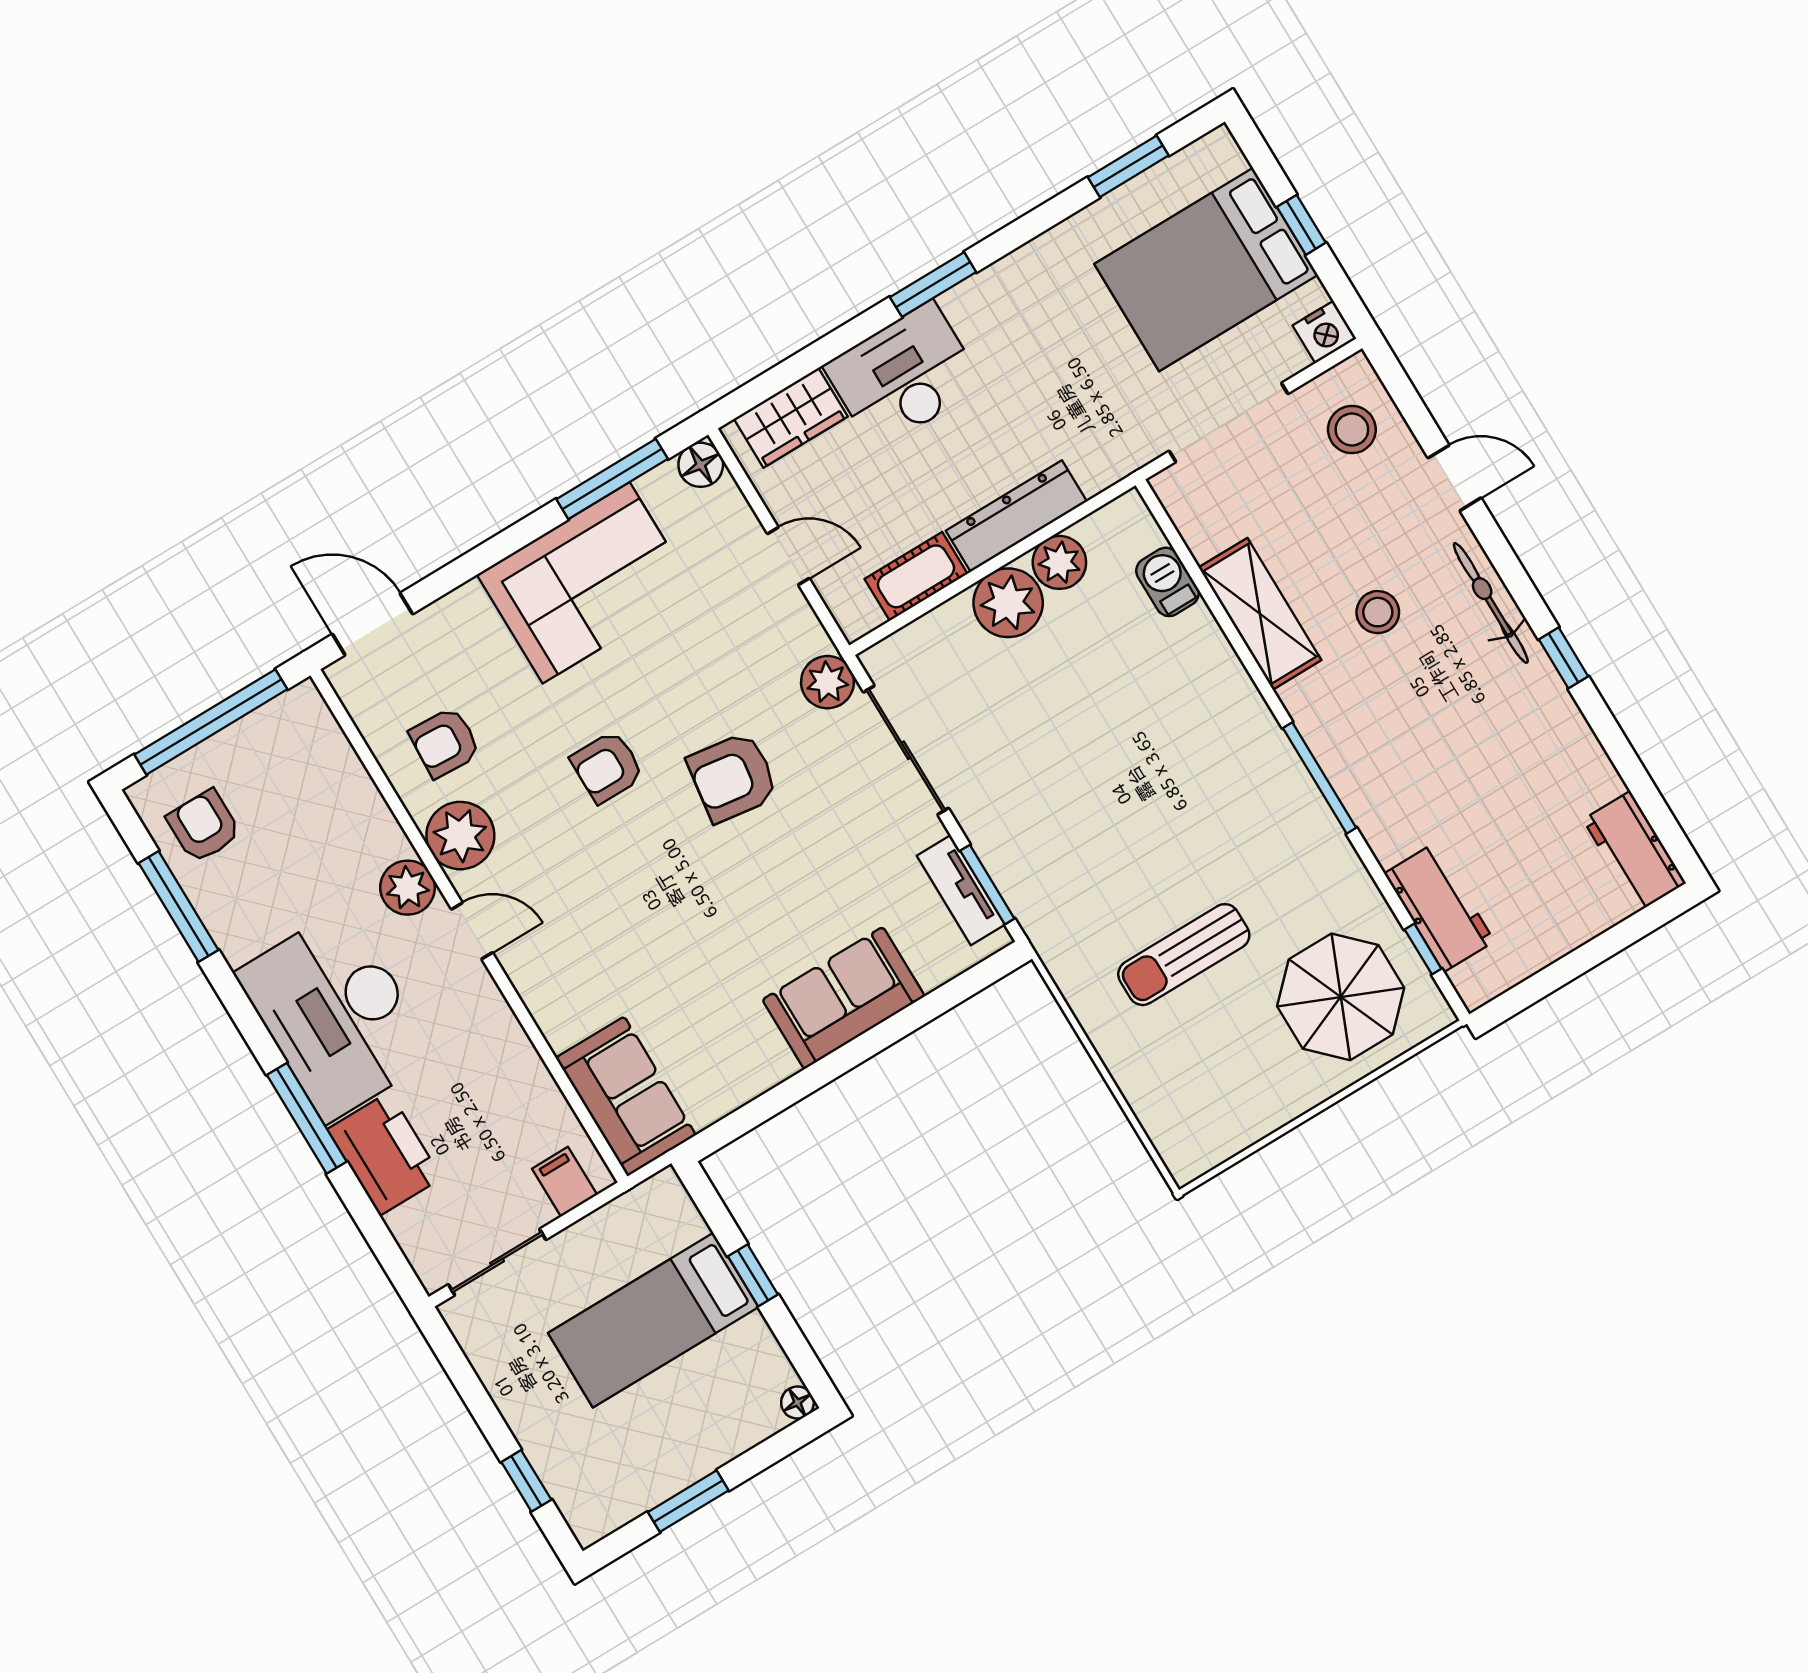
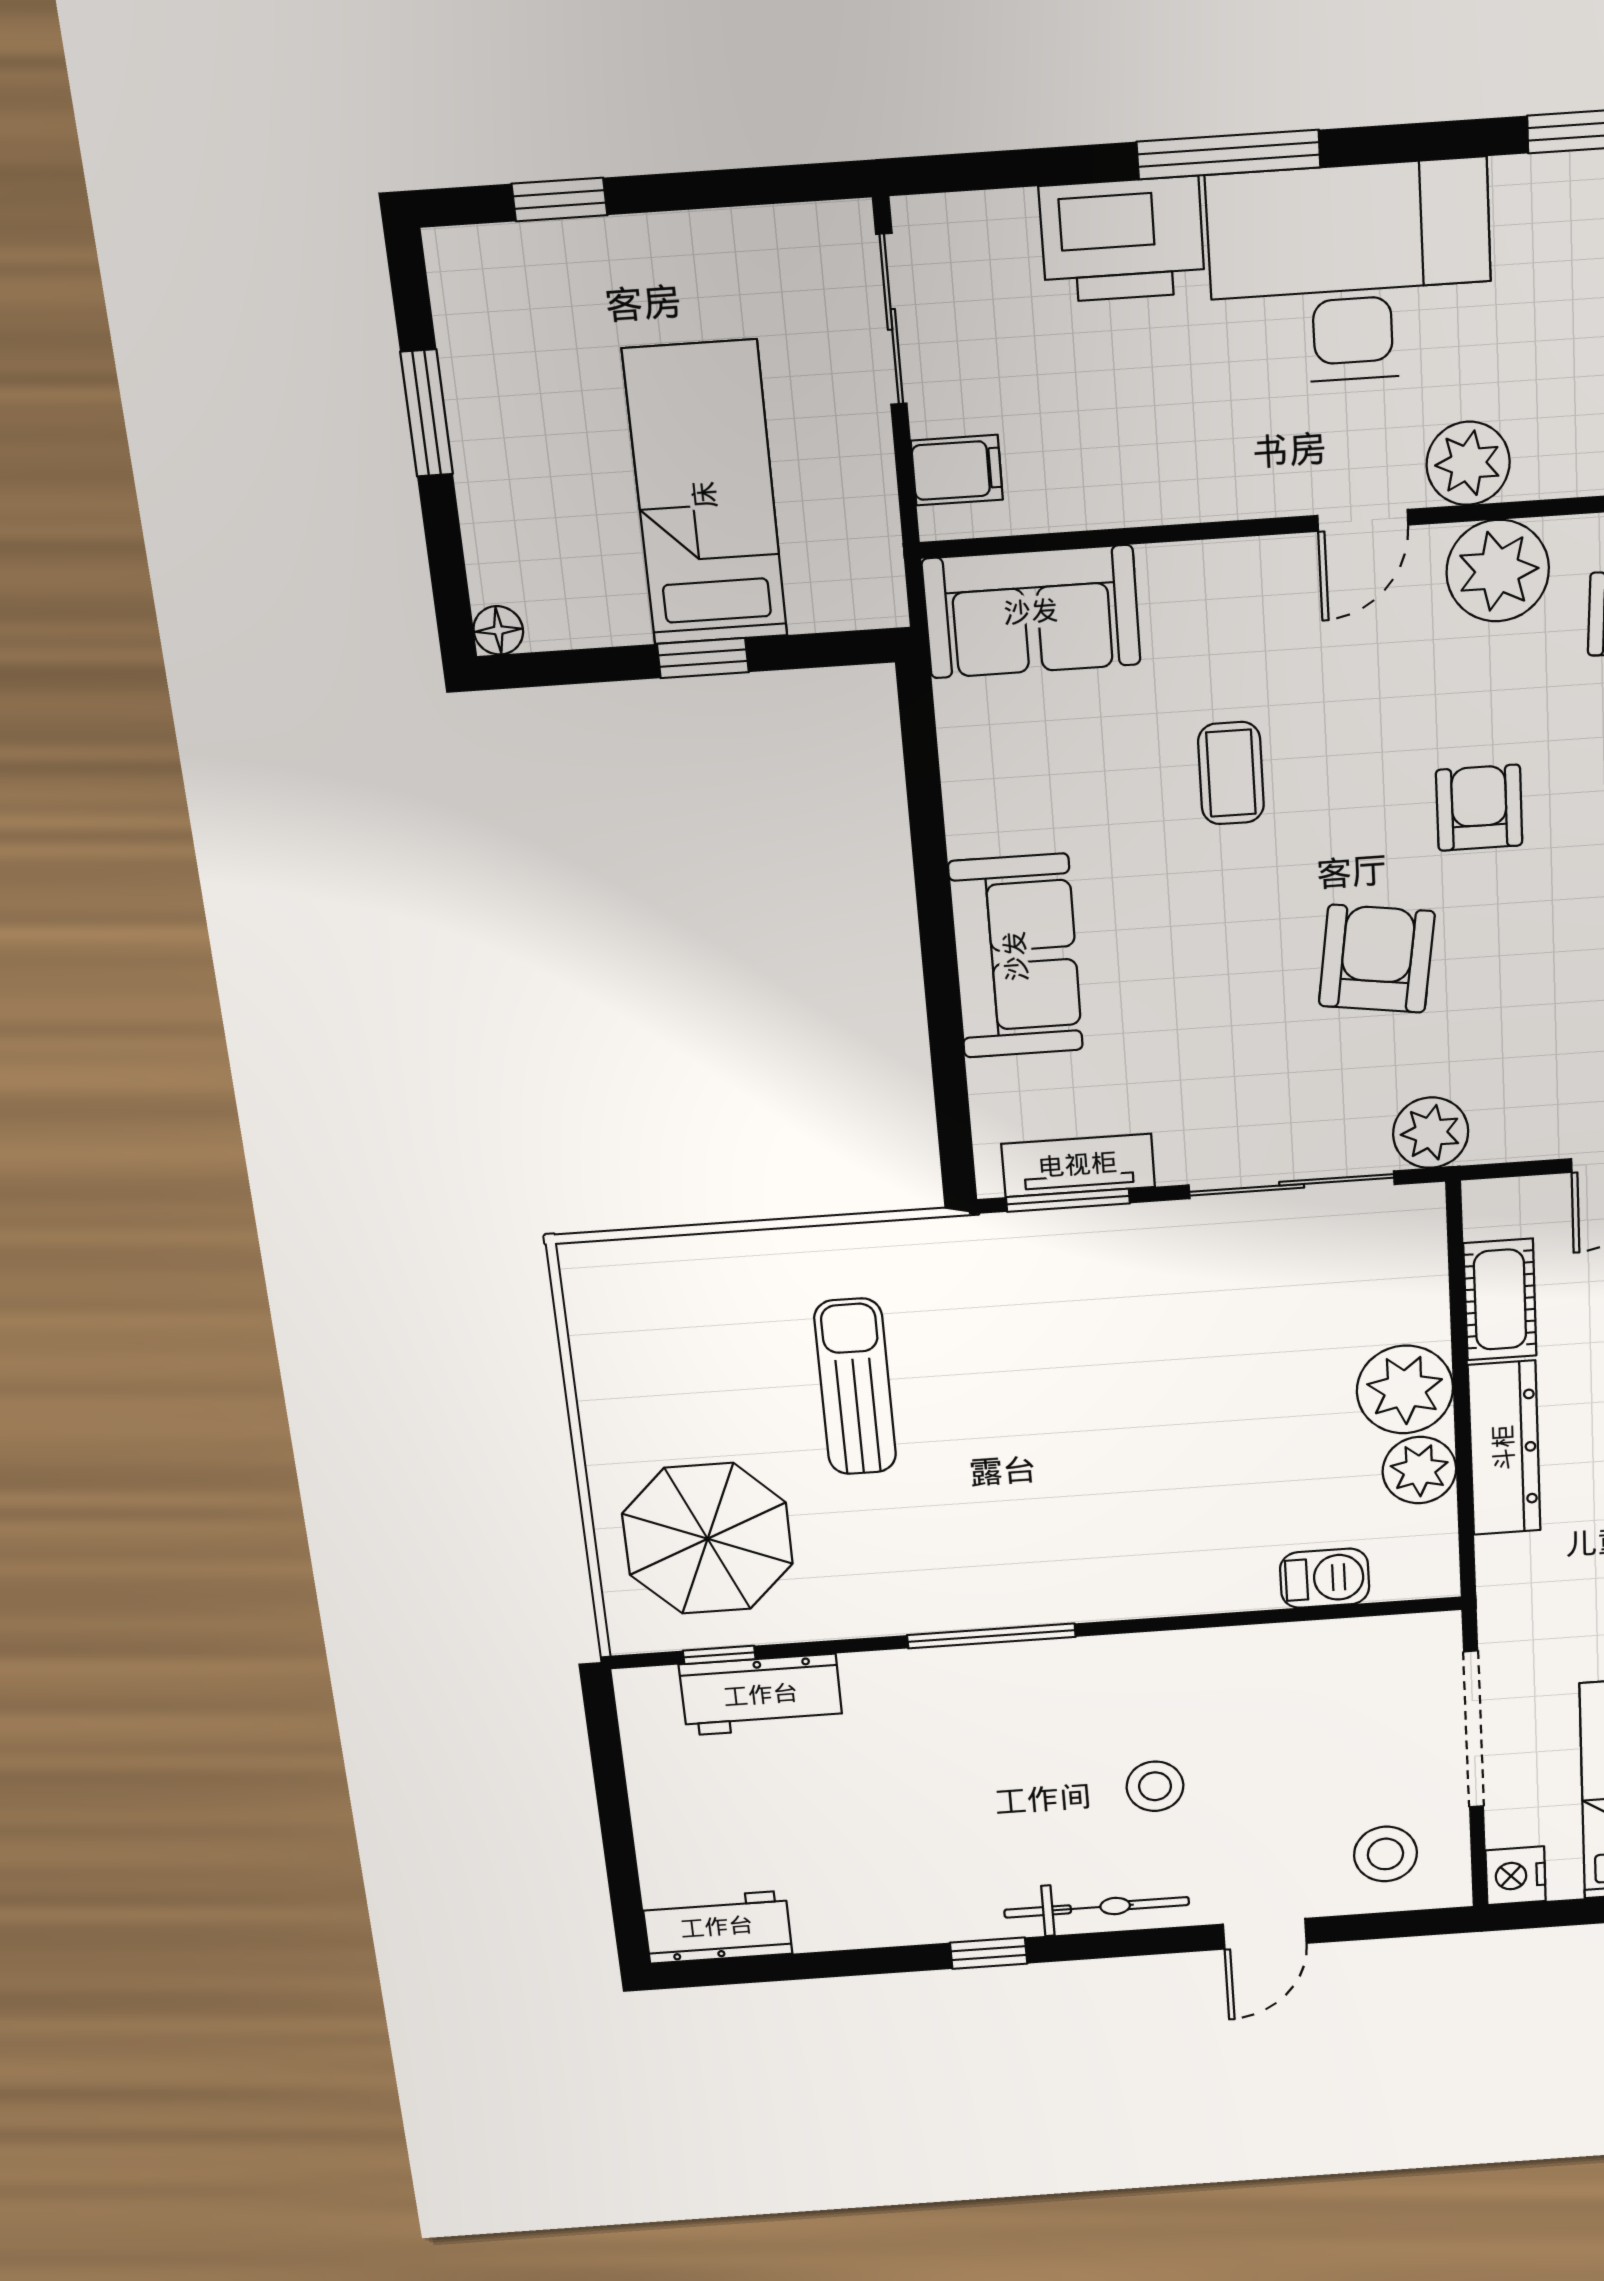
shelving: (1260, 614) -> (1227, 1661), removed
coffee table: (663, 928) -> (1231, 773), added

